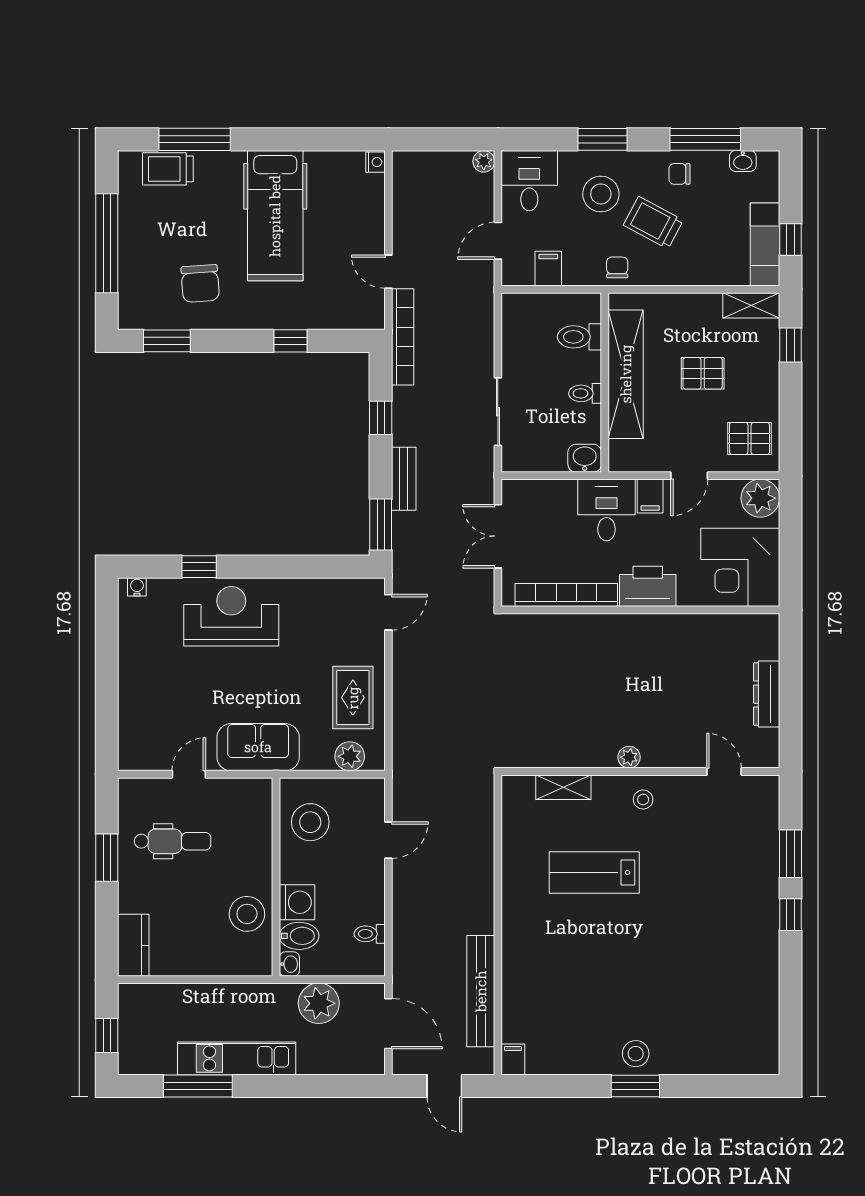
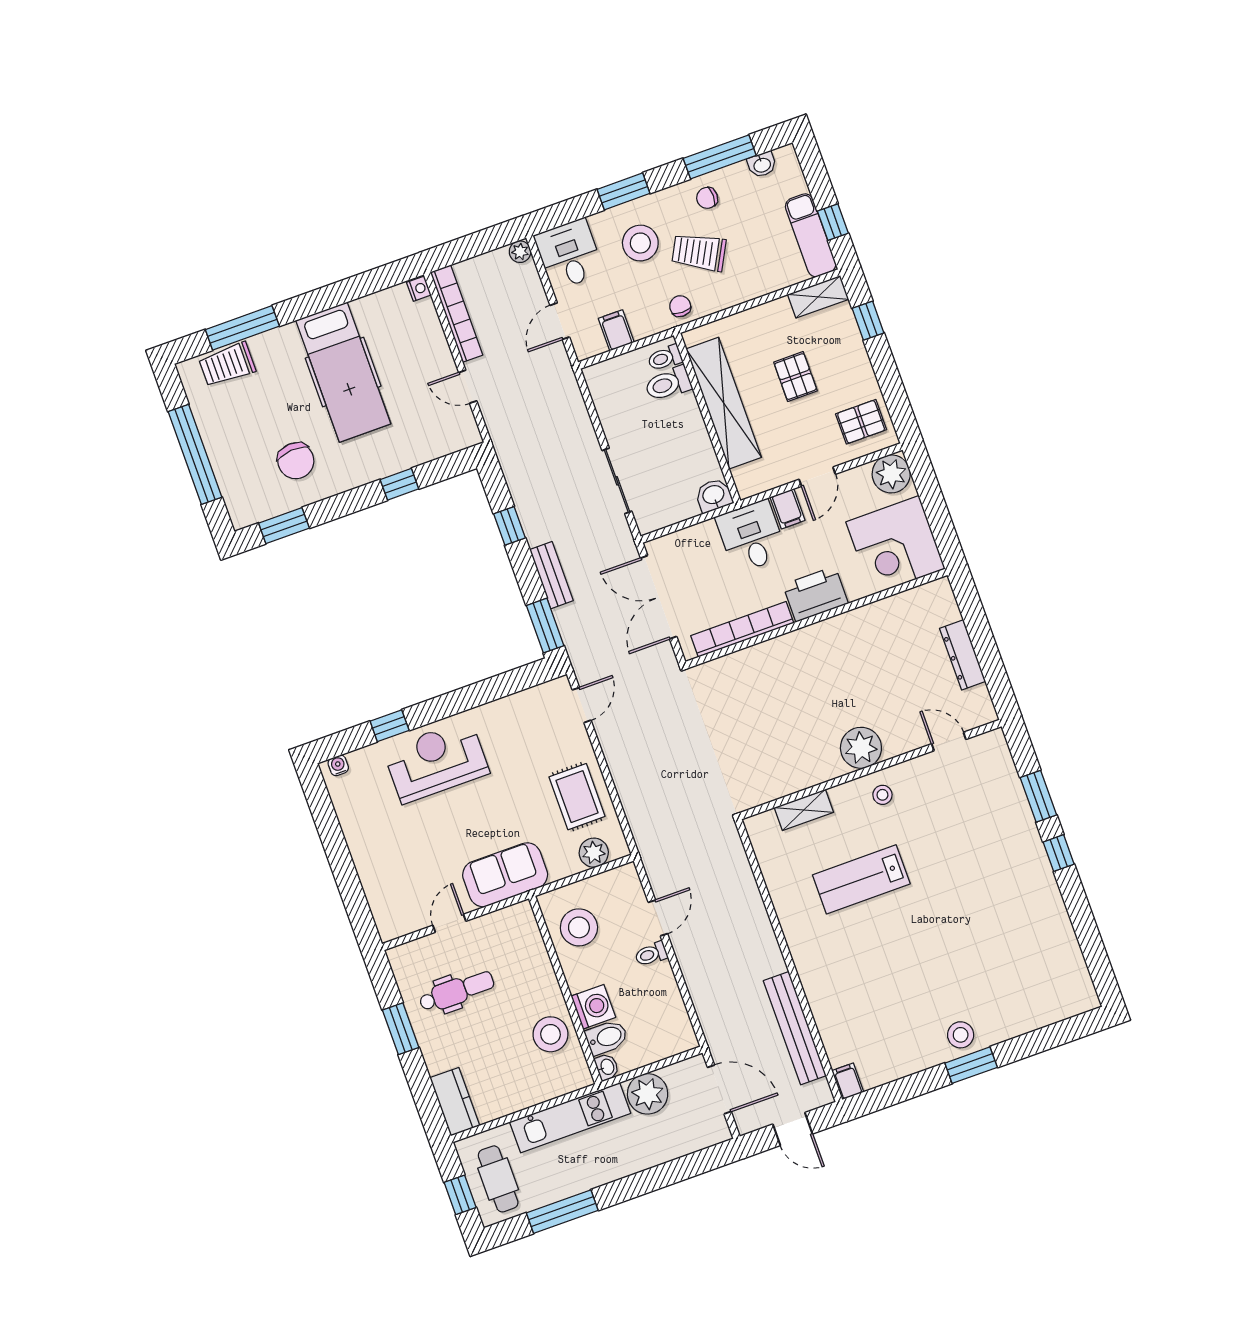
bookcase: (403, 337) -> (457, 314), moved
pallet: (703, 373) -> (795, 377), turned 90
toilet: (585, 393) -> (665, 358), moved
double door: (498, 536) -> (659, 597), width x1.37
plant: (629, 757) -> (861, 748), width x1.87, depth x1.87
toilet: (370, 934) -> (651, 954), moved
cafe table: (148, 1033) -> (498, 1179), added
kitchen unit: (237, 1058) -> (570, 1118), moved, turned 180

